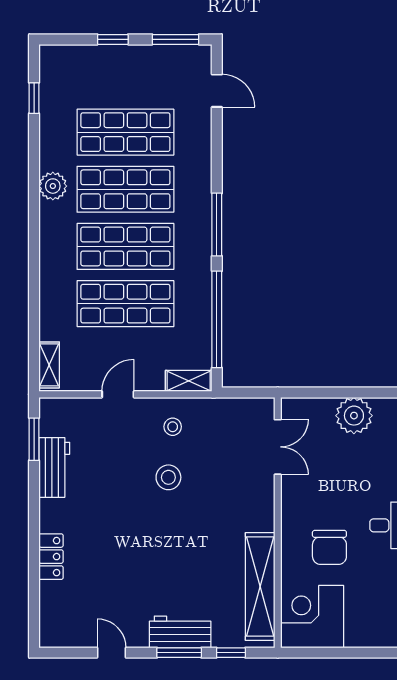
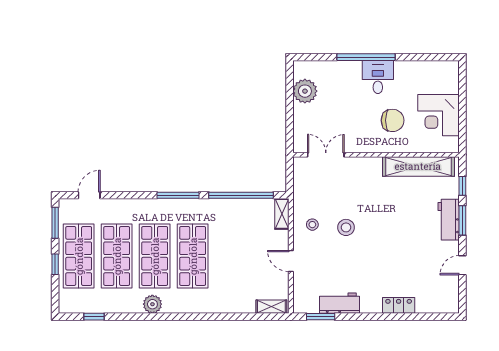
shop shelf: (125, 304) -> (79, 256), moved
plant: (354, 416) -> (305, 91), moved
corner desk: (312, 617) -> (438, 115), moved

